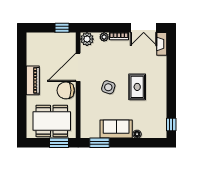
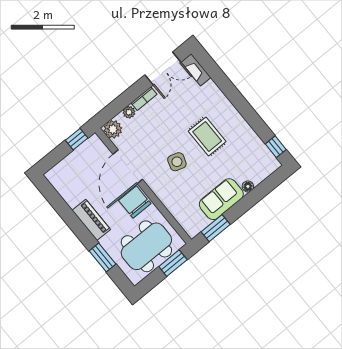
chair: (66, 90) -> (135, 202), turned 90
window: (22, 107) -> (103, 258), added

